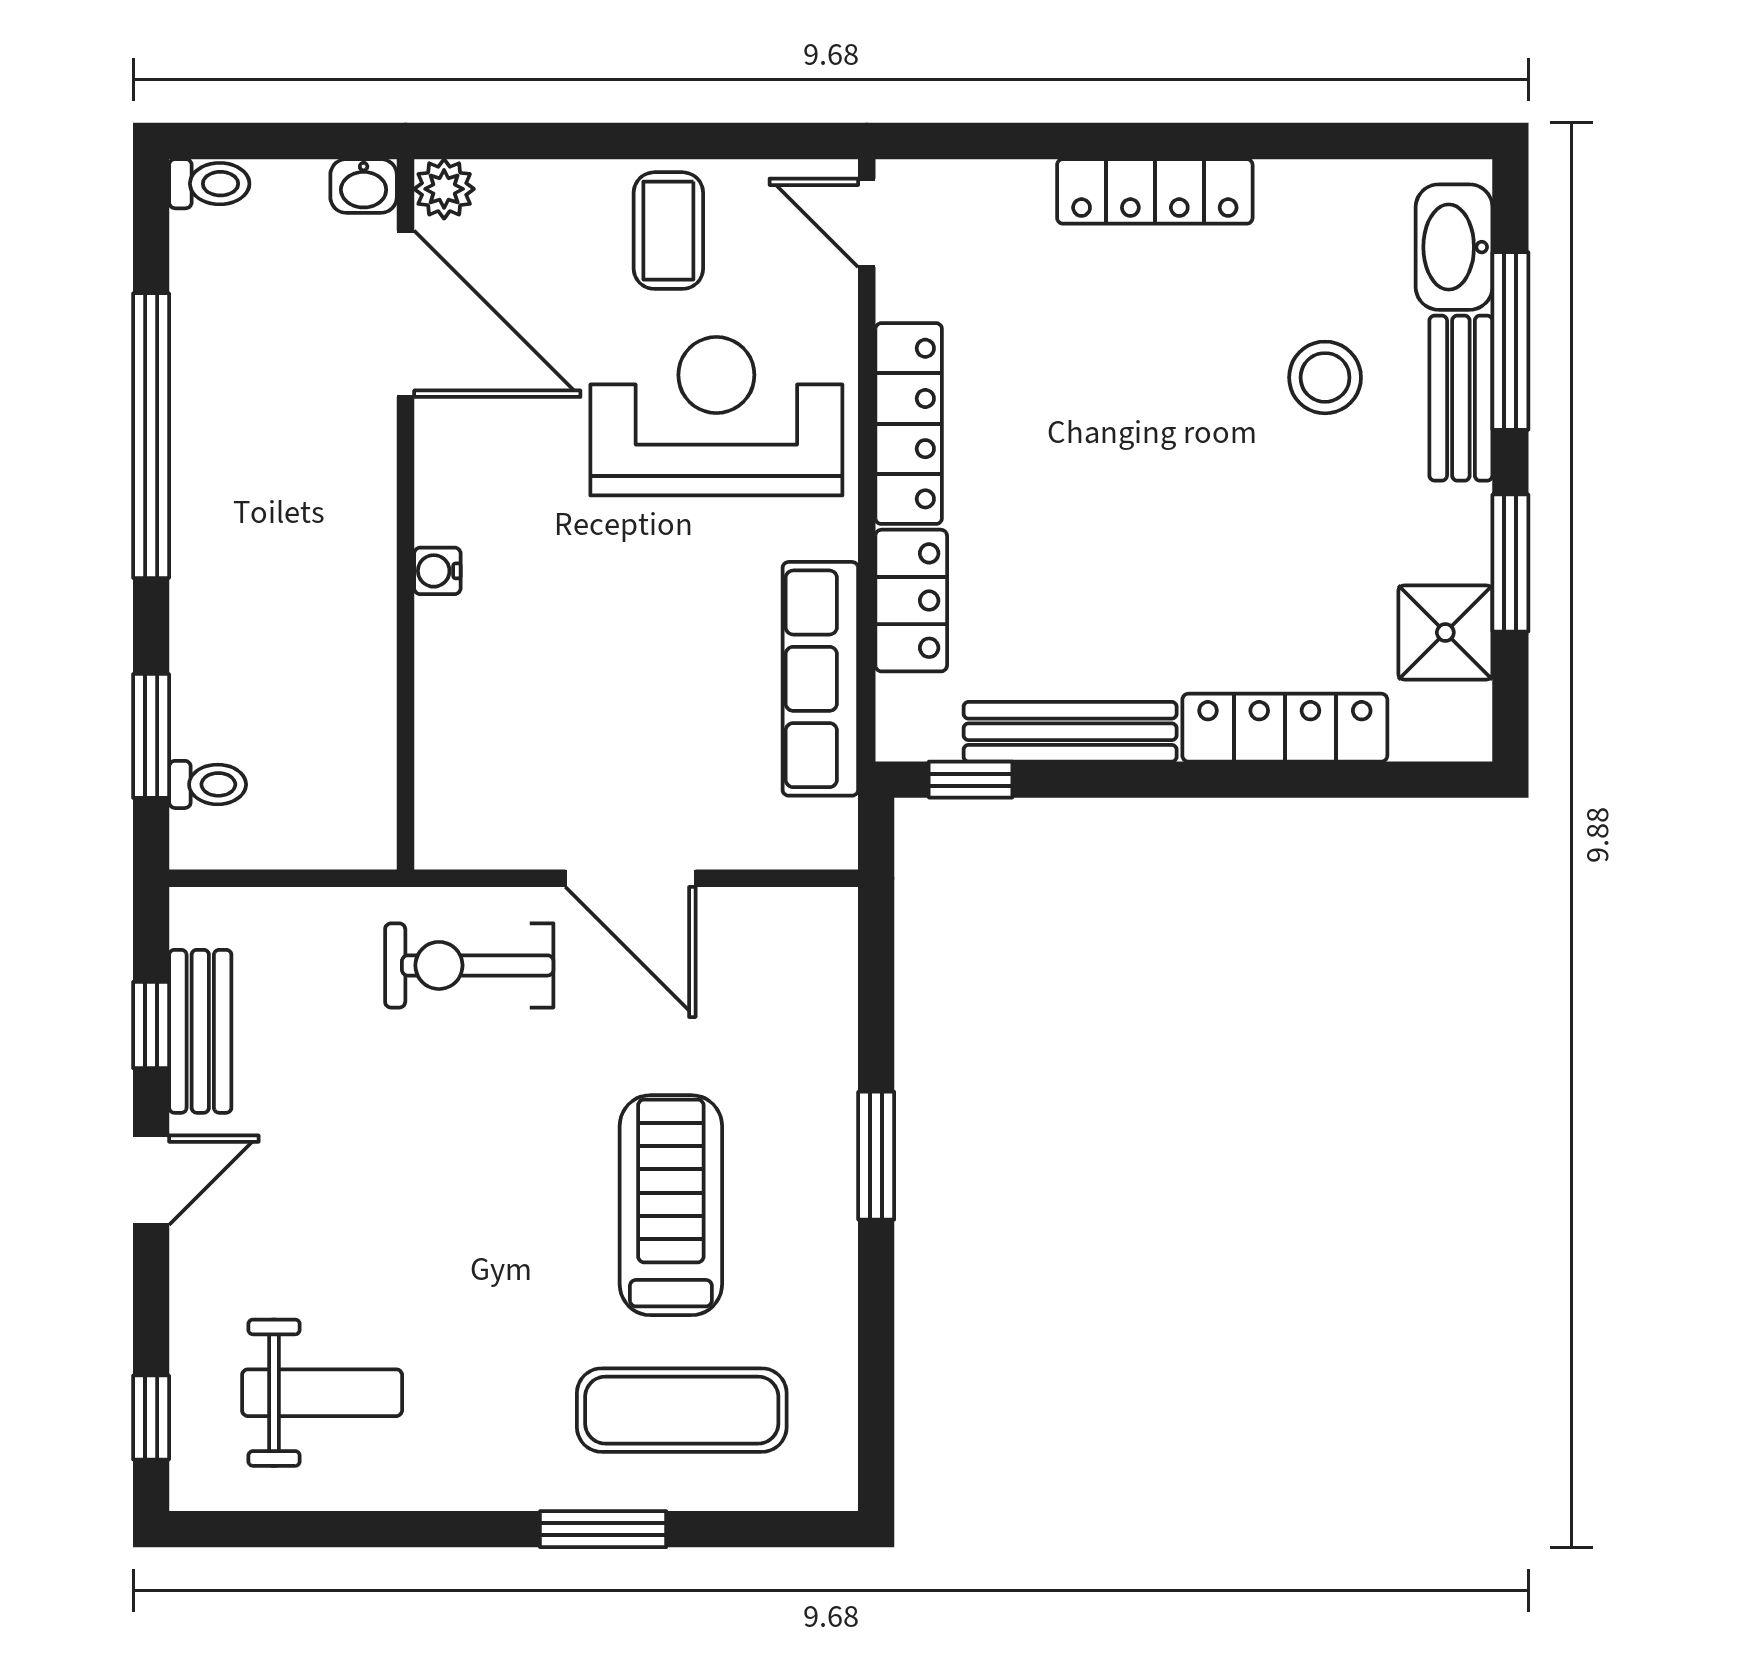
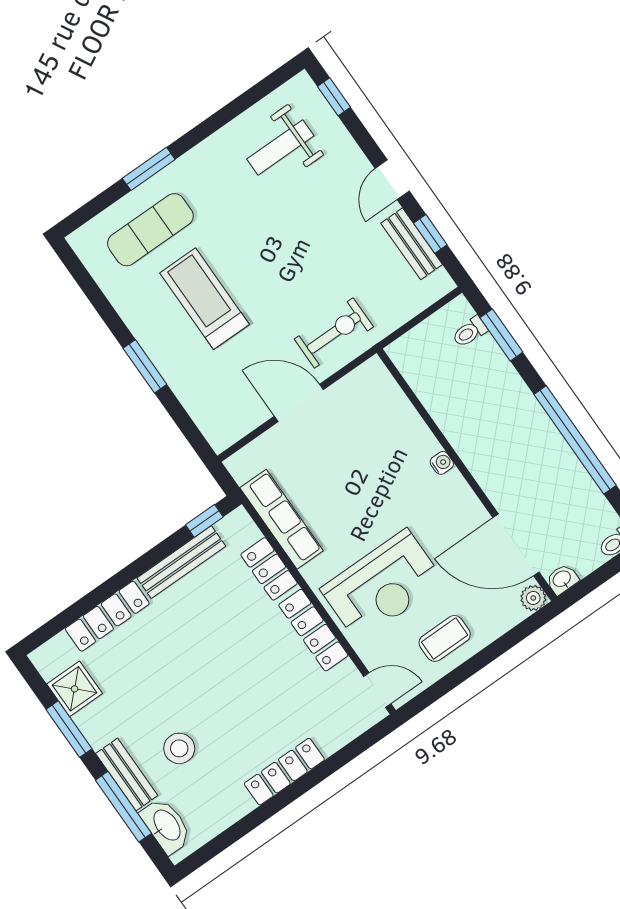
coffee table: (668, 231) -> (445, 638), turned 90
treadmill: (671, 1205) -> (205, 299), turned 180

